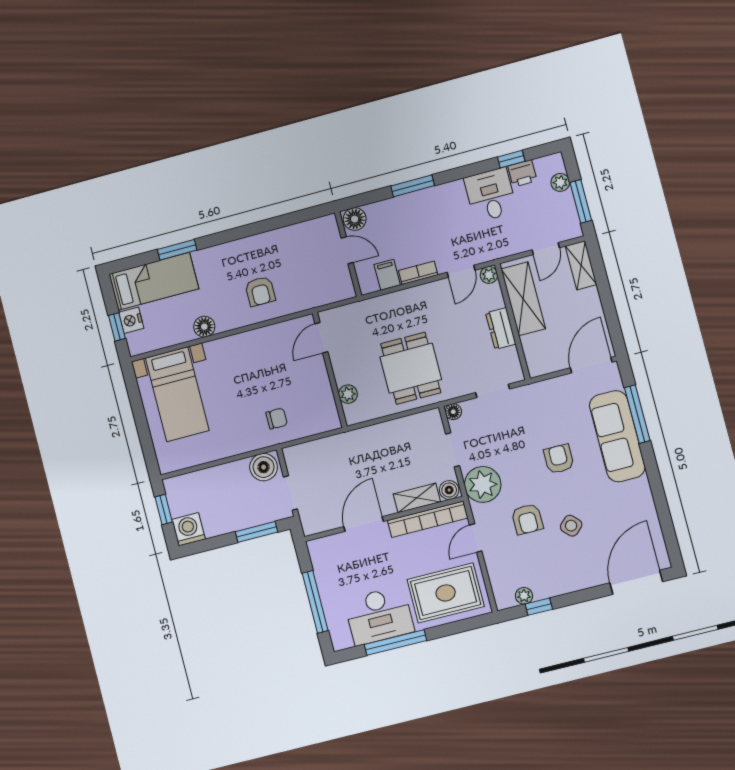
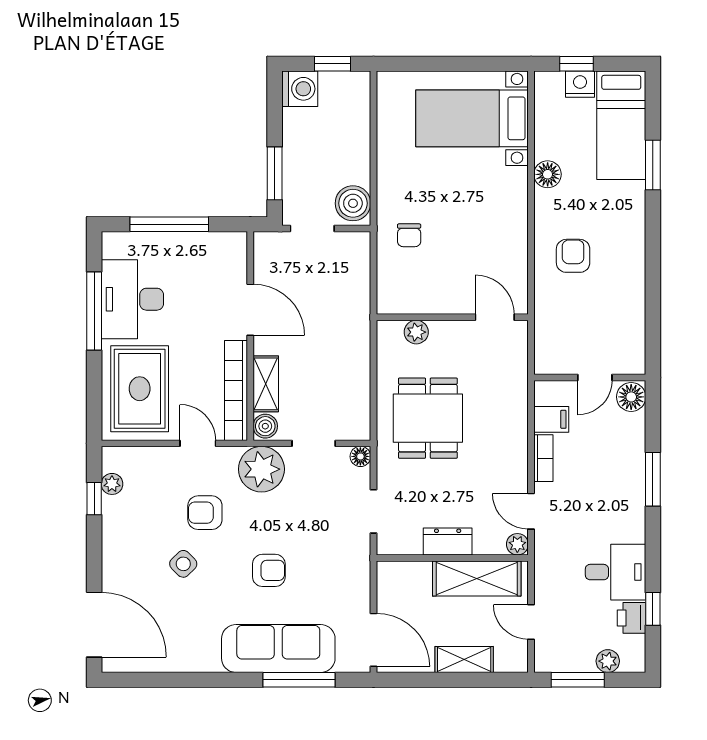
shelving: (581, 265) -> (464, 660), moved
armchair: (260, 291) -> (573, 256), turned 90
dining table: (411, 368) -> (428, 418), turned 90

